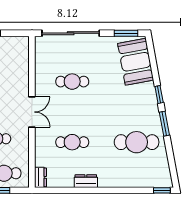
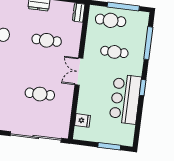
fridge: (21, 58) -> (83, 120), added

